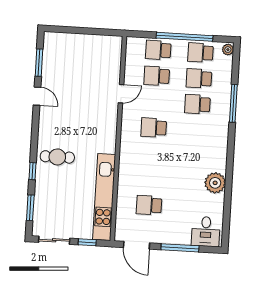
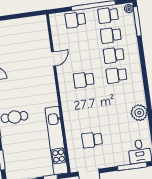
school desk: (157, 76) -> (116, 75), moved
window: (233, 103) -> (137, 21), moved
window: (180, 248) -> (132, 166), moved

